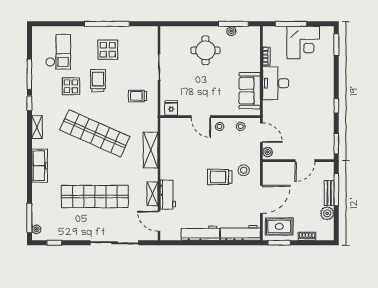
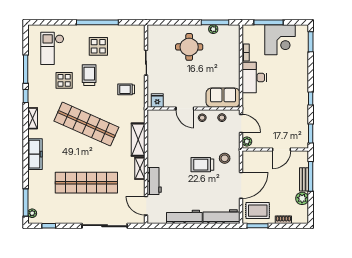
checkout: (58, 52) -> (52, 48), turned 180
sofa: (250, 91) -> (223, 98), moved, turned 90
shelving: (153, 194) -> (140, 168), moved

